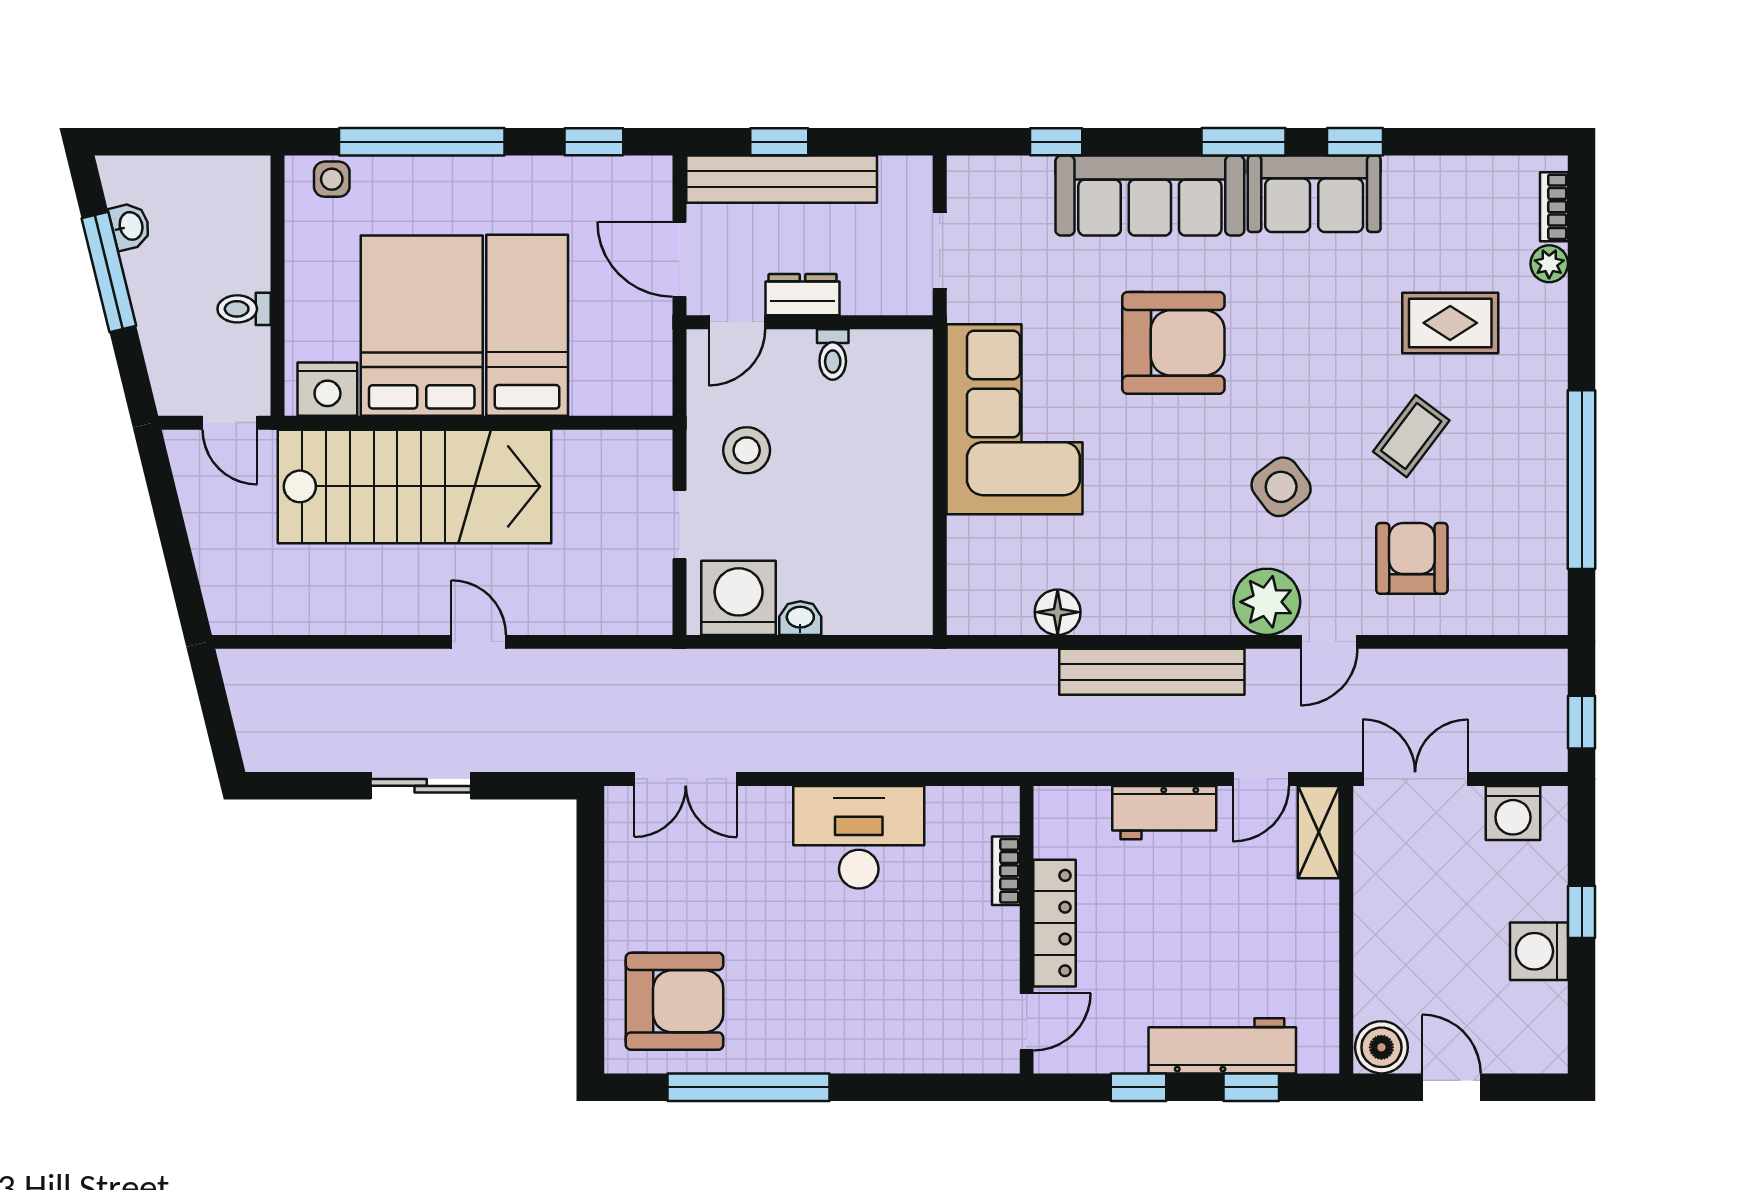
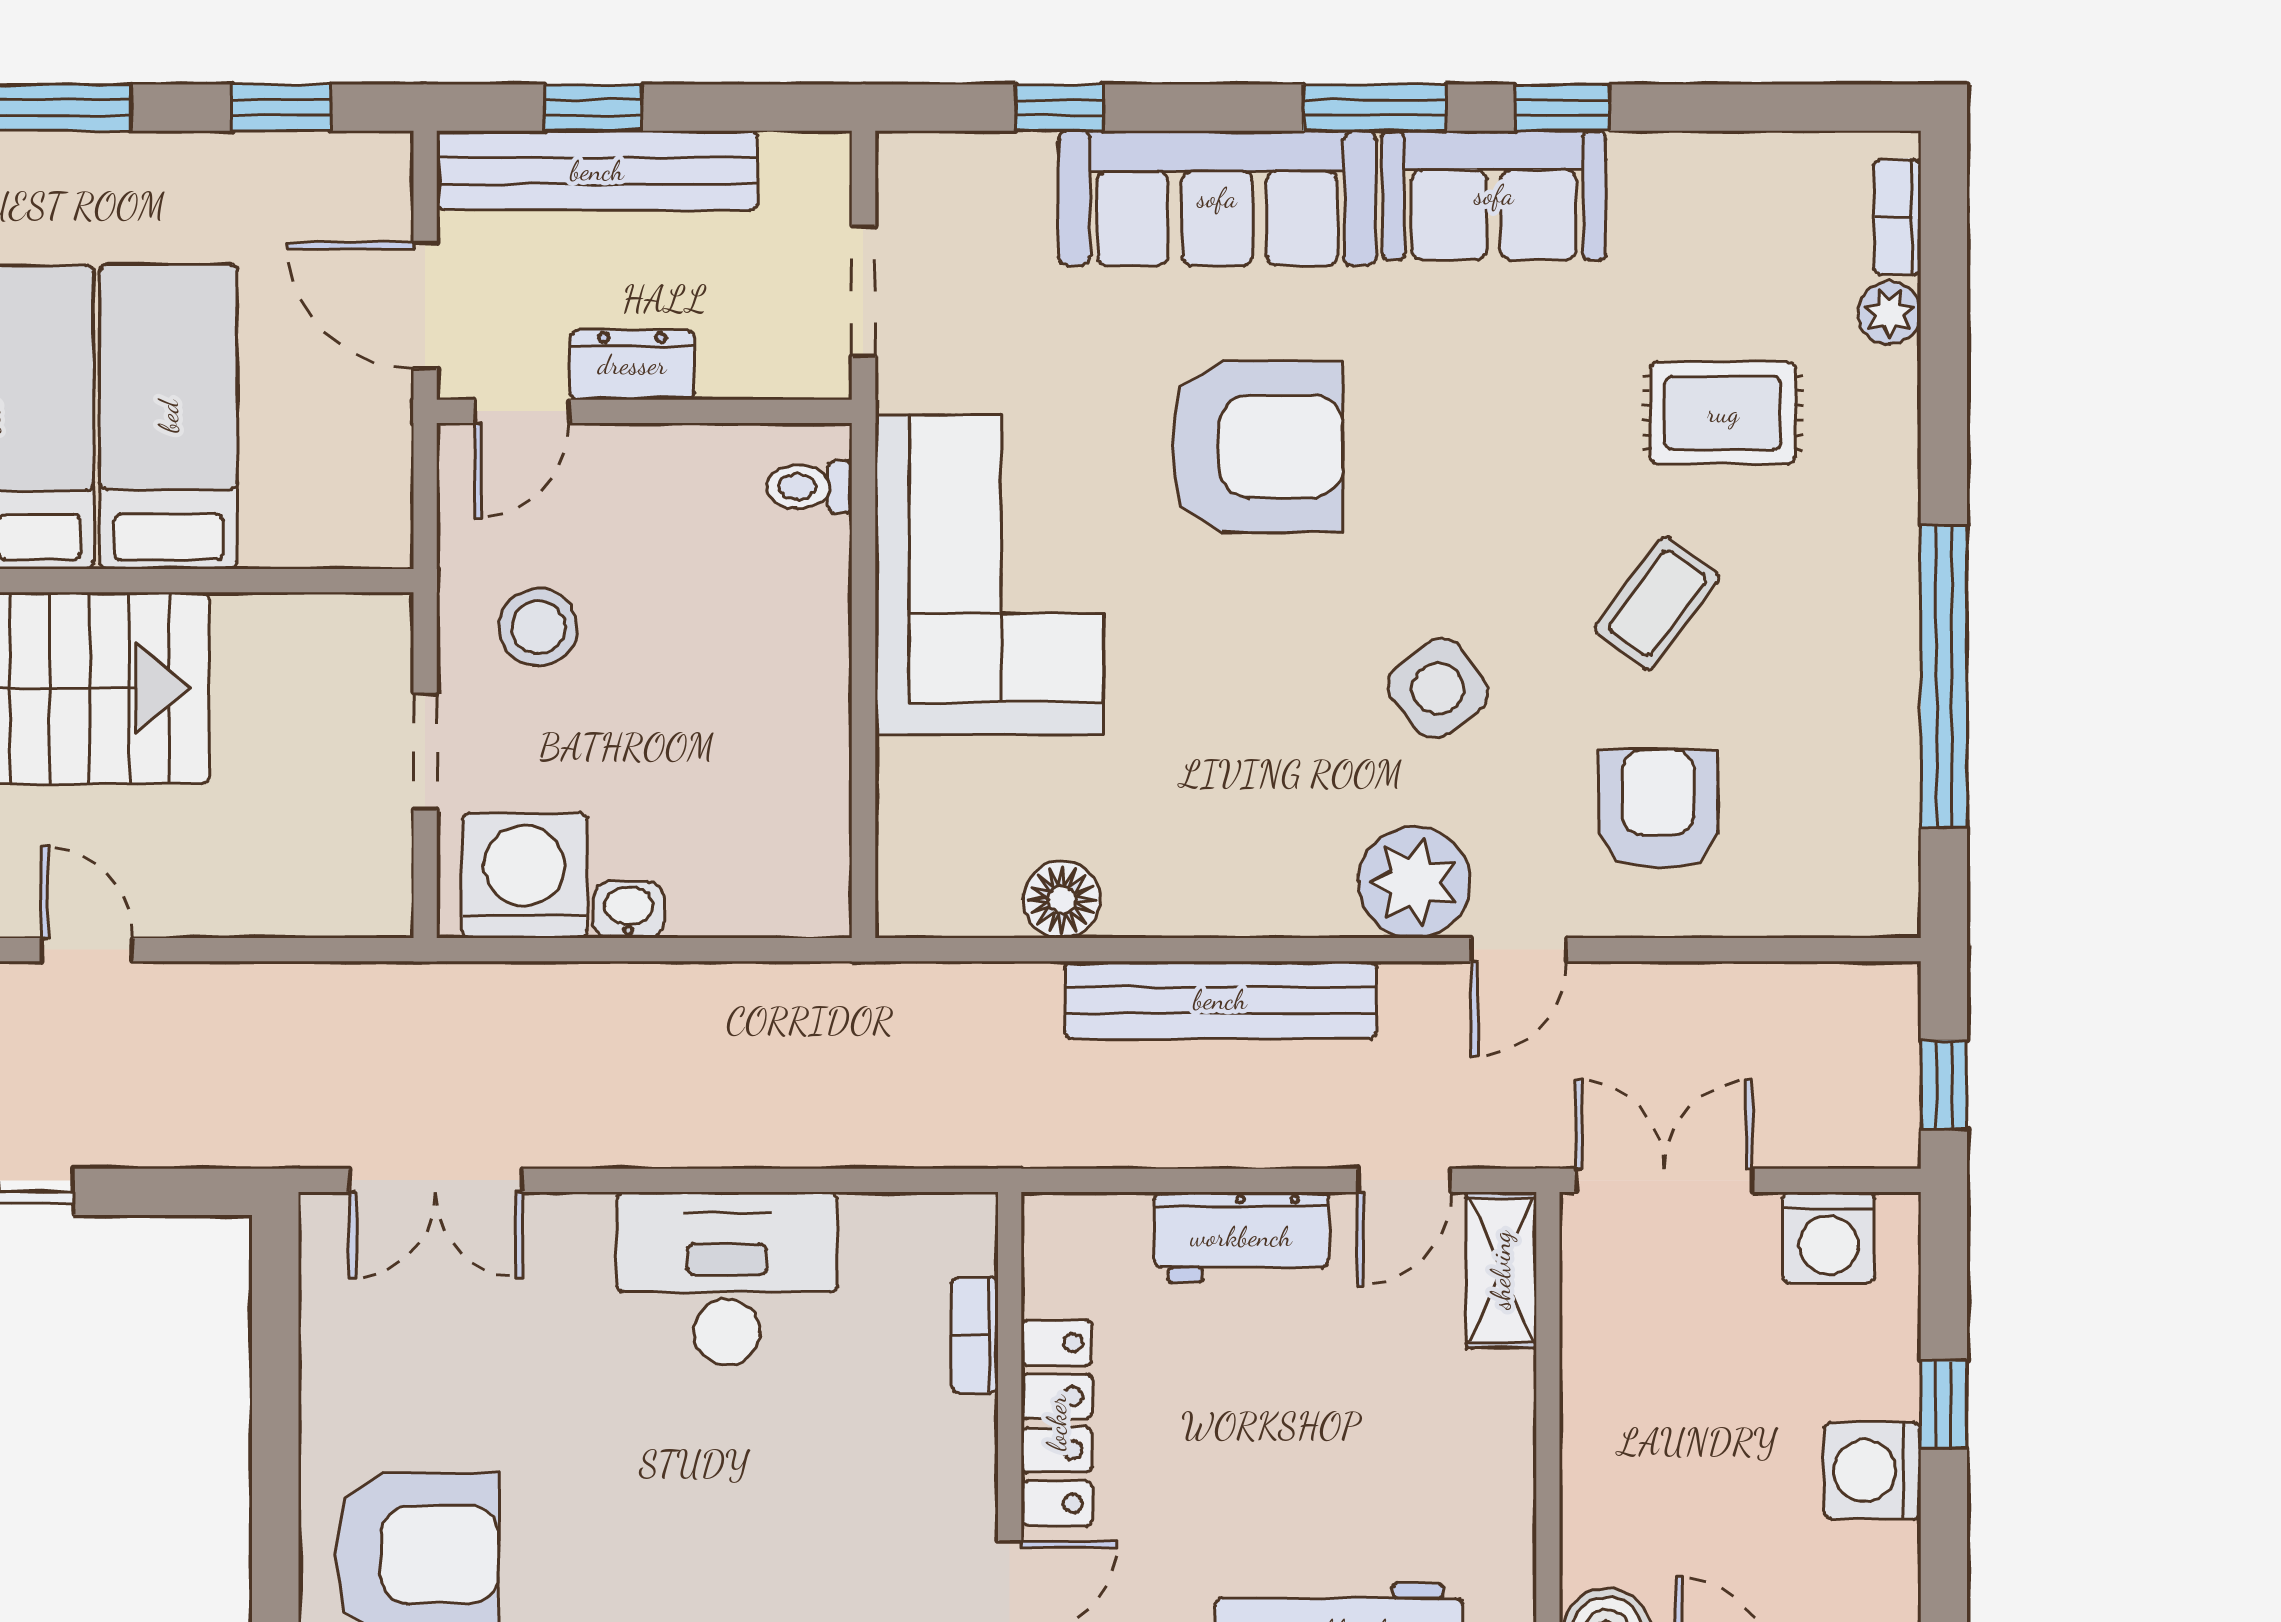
toilet: (833, 354) -> (809, 487), moved, turned 90

